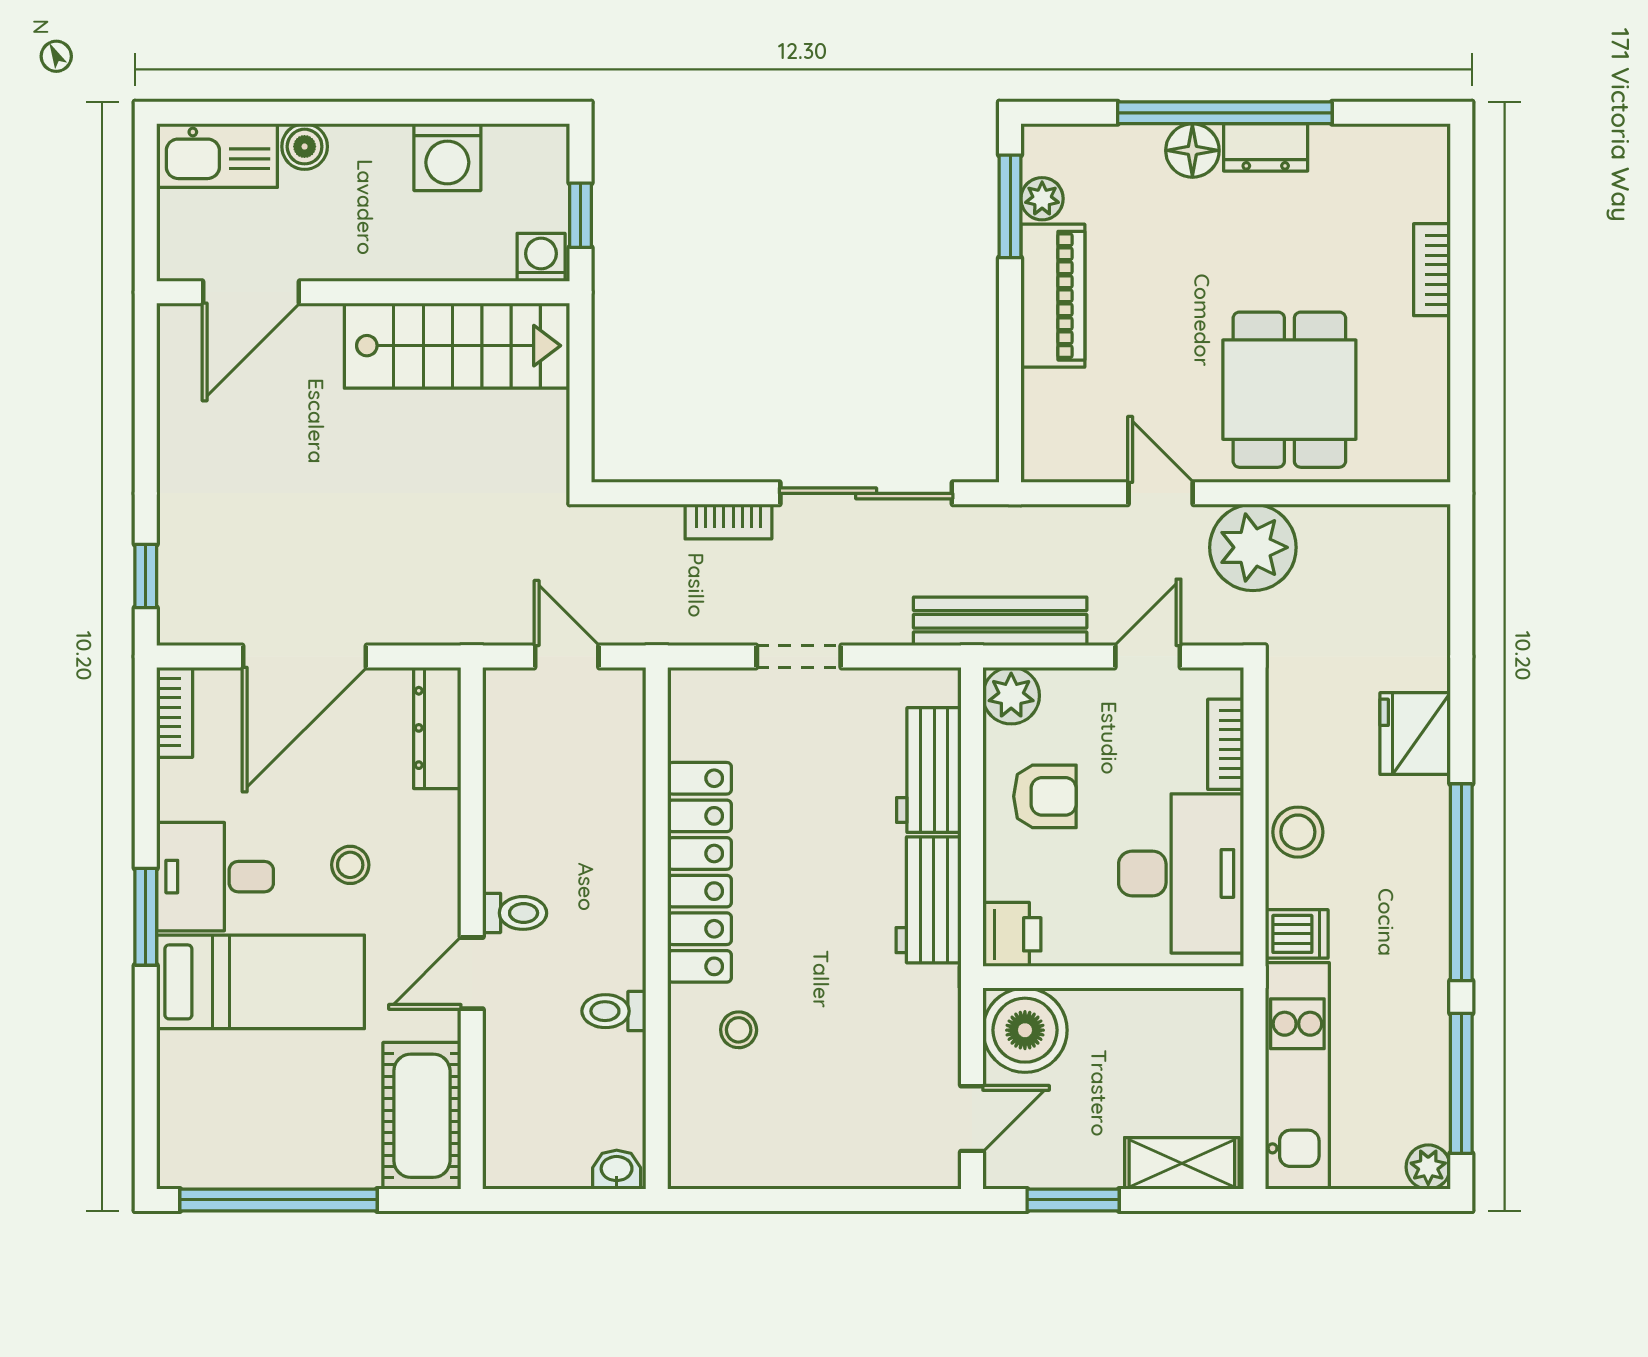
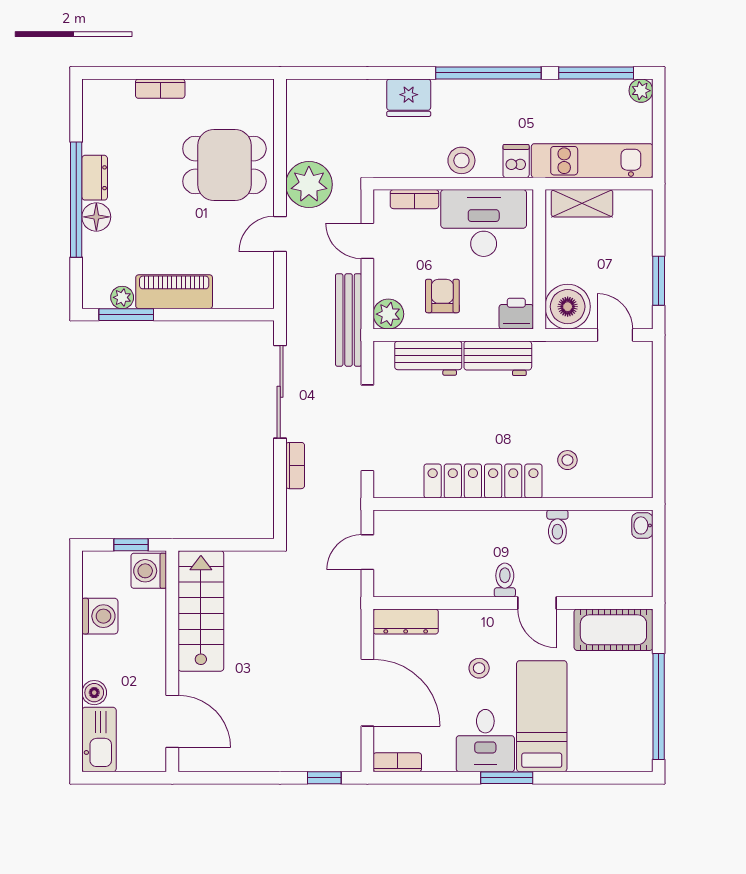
washing machine: (541, 257) -> (149, 571), width x1.38, depth x1.38
doorway: (799, 656) -> (367, 428), width x1.88
shelving: (1182, 1163) -> (582, 203), moved, turned 90

